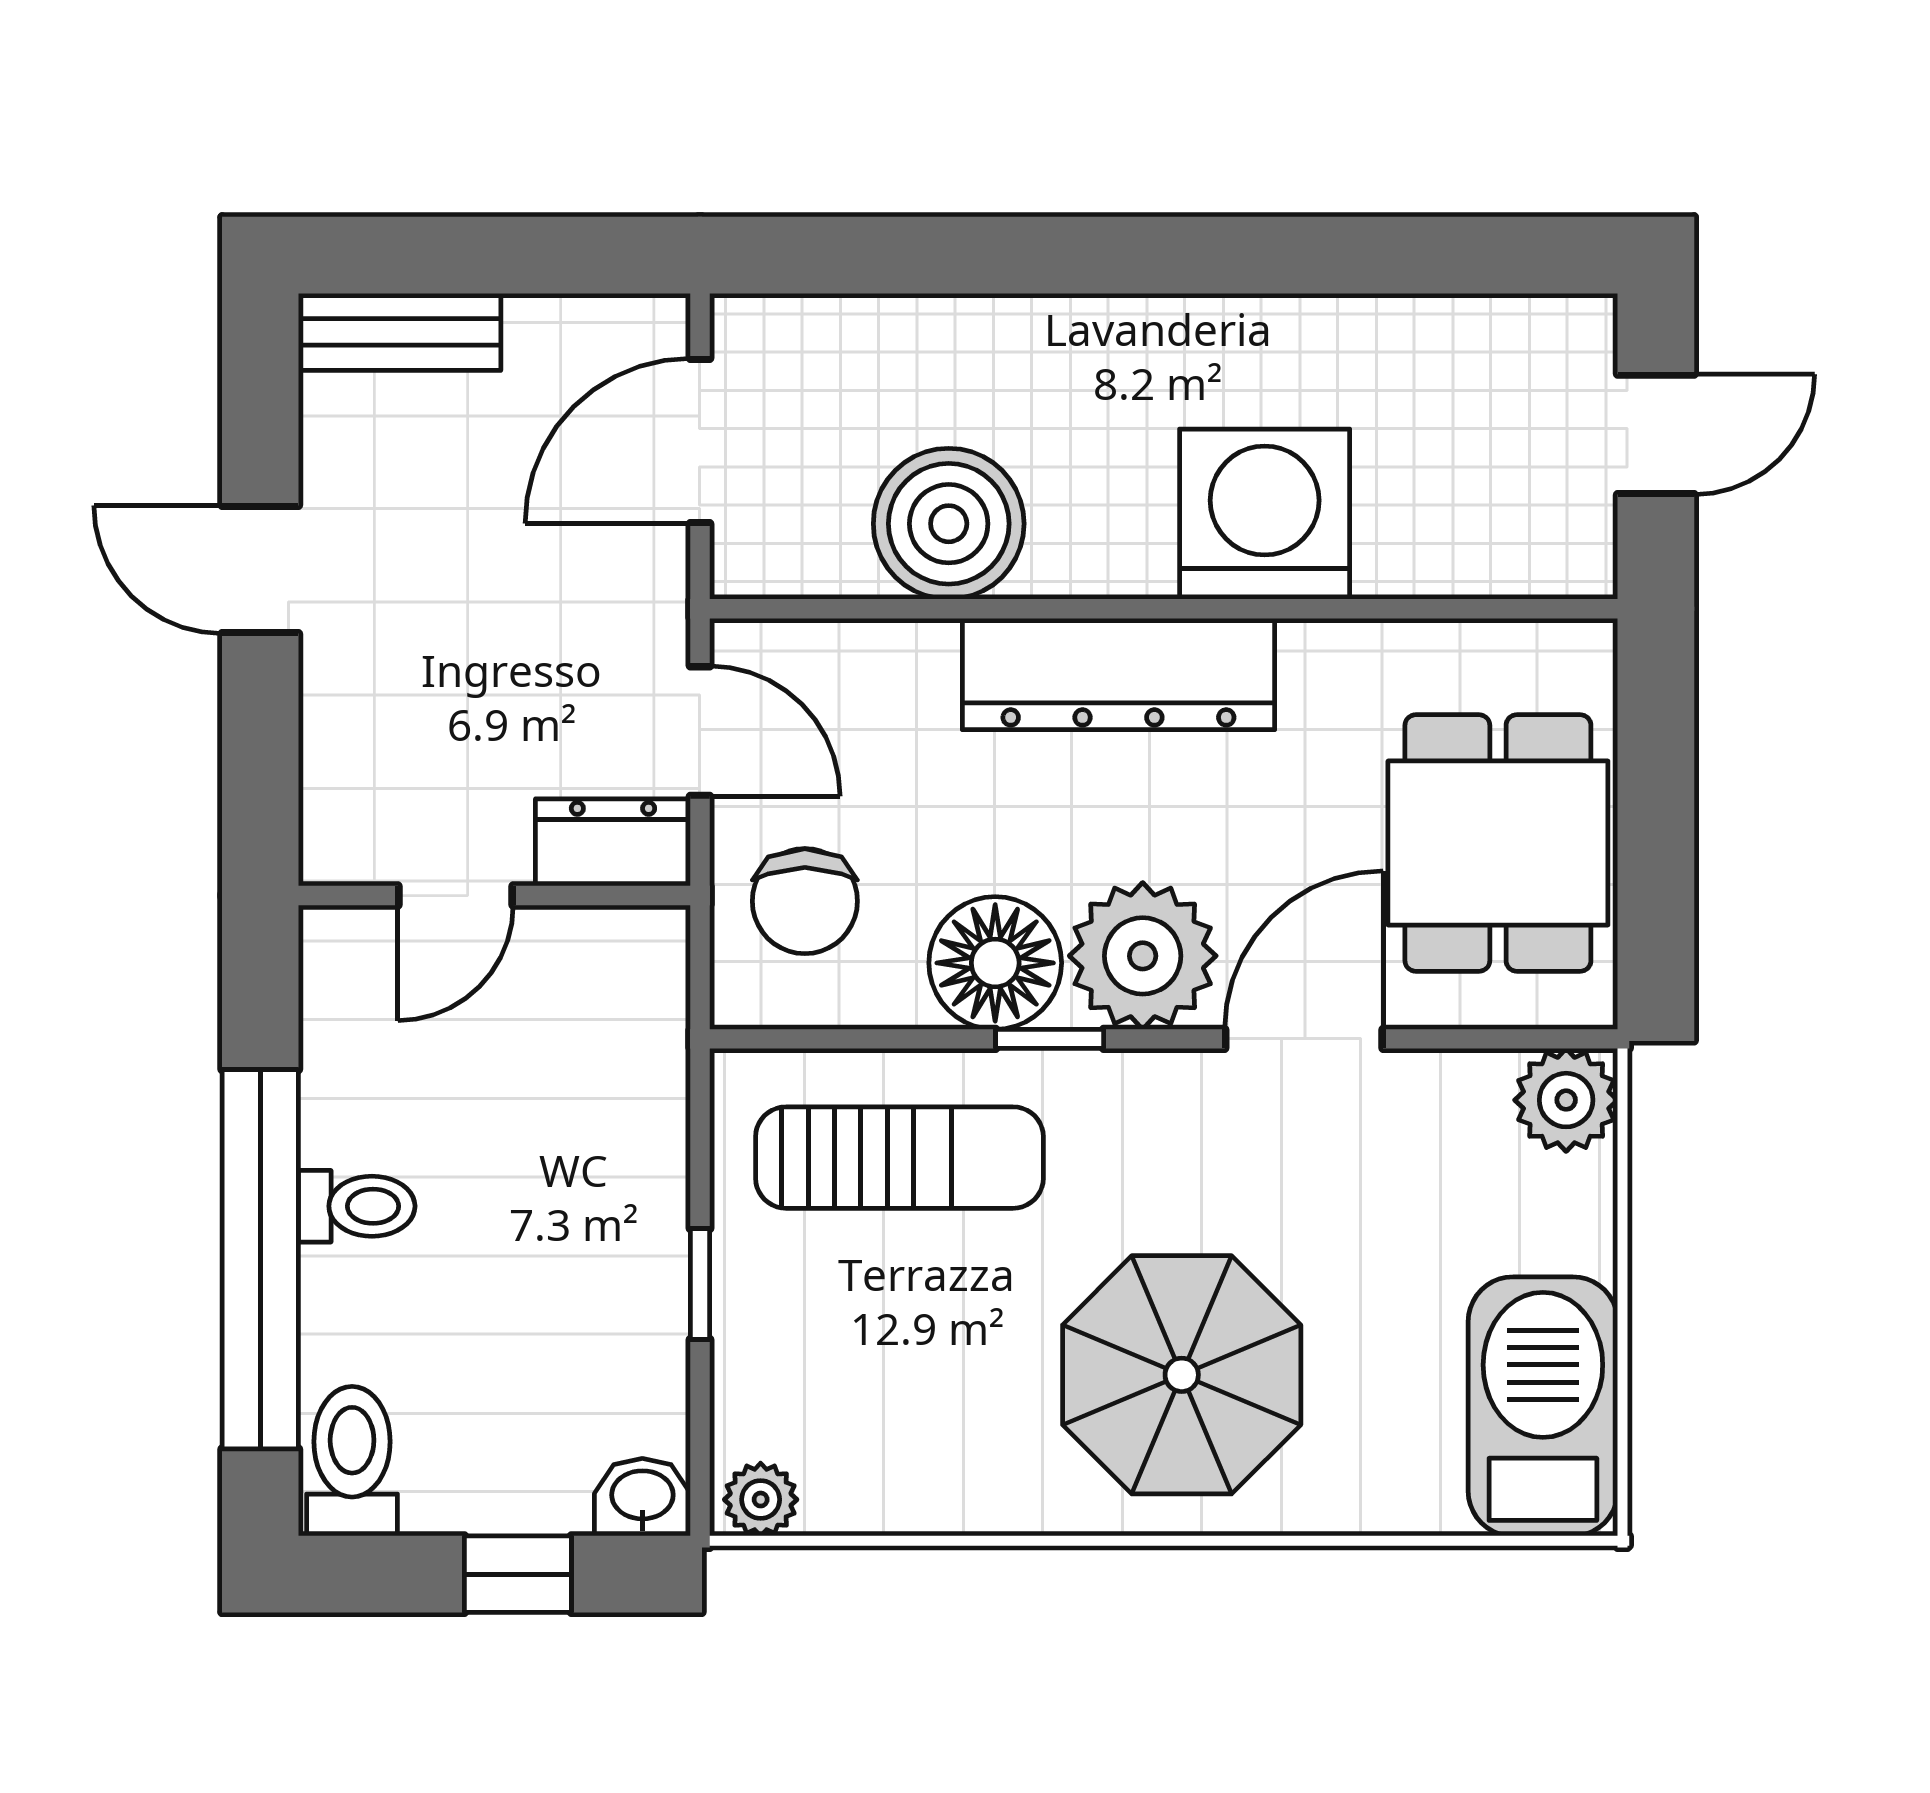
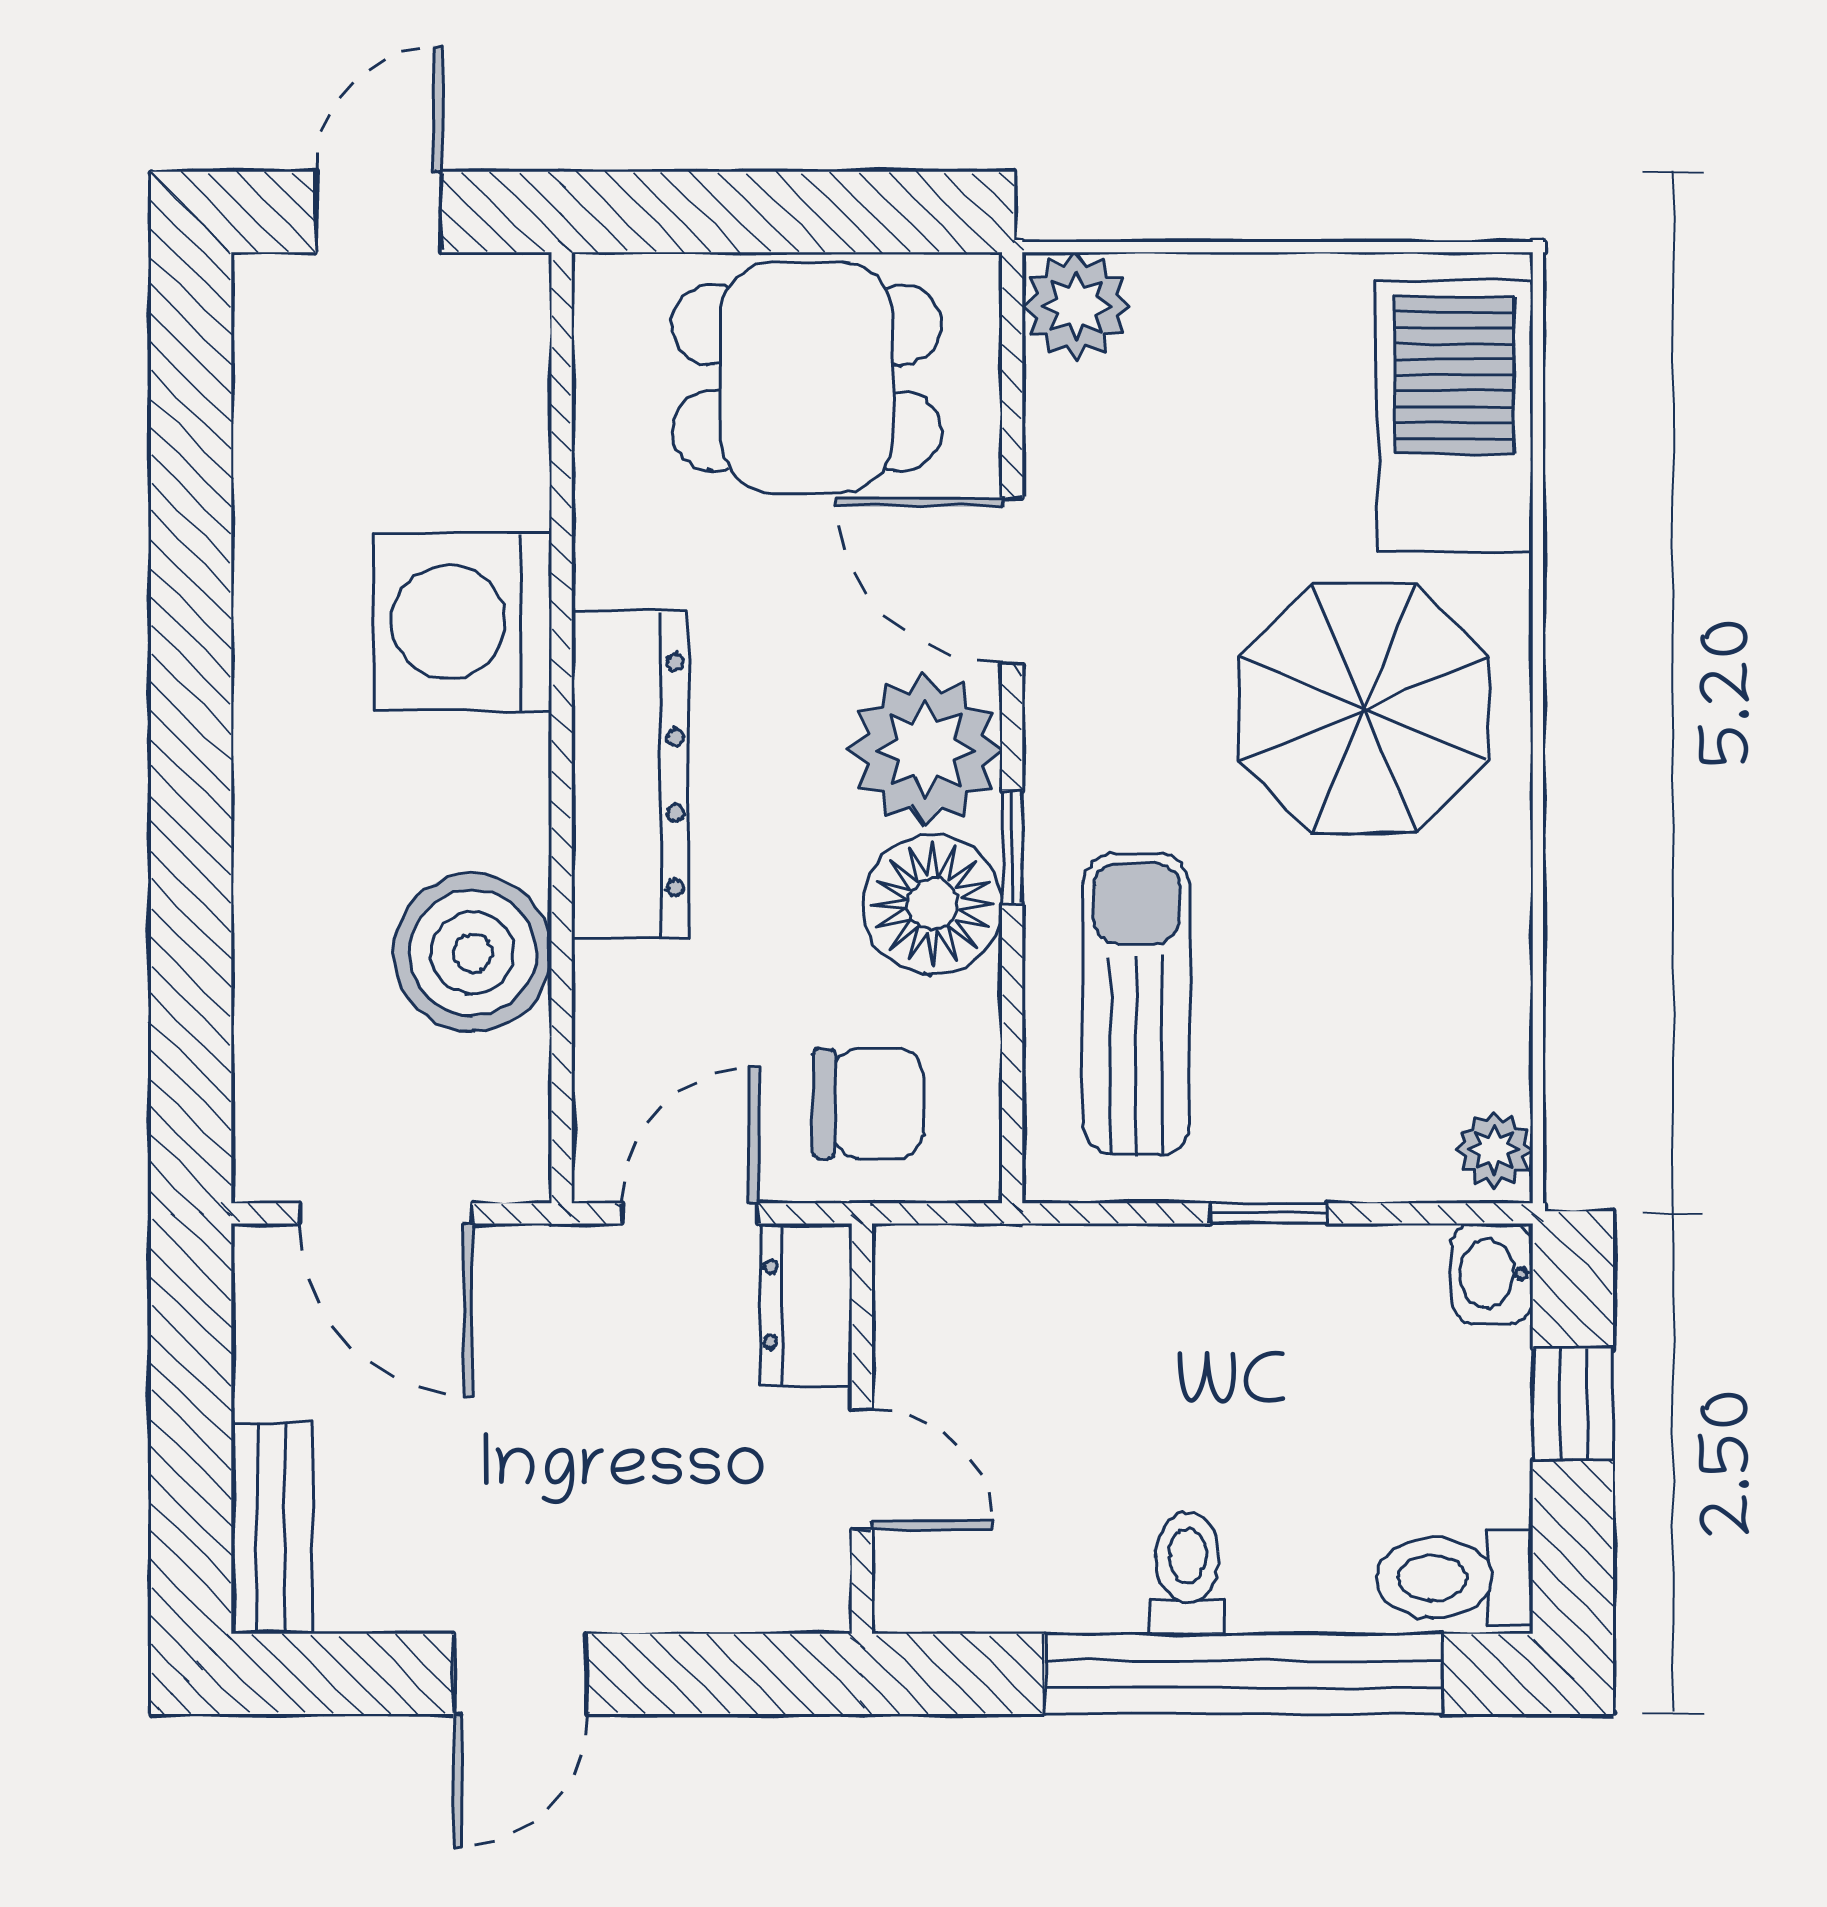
door: (1656, 434) -> (379, 212), hinge flipped
barbecue: (1543, 1406) -> (1454, 416), moved, turned 90

